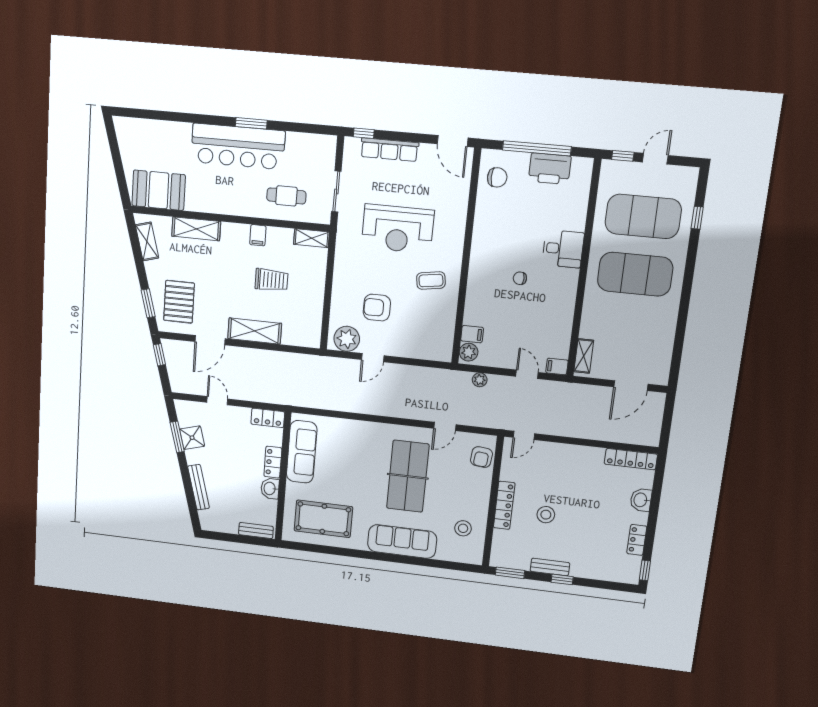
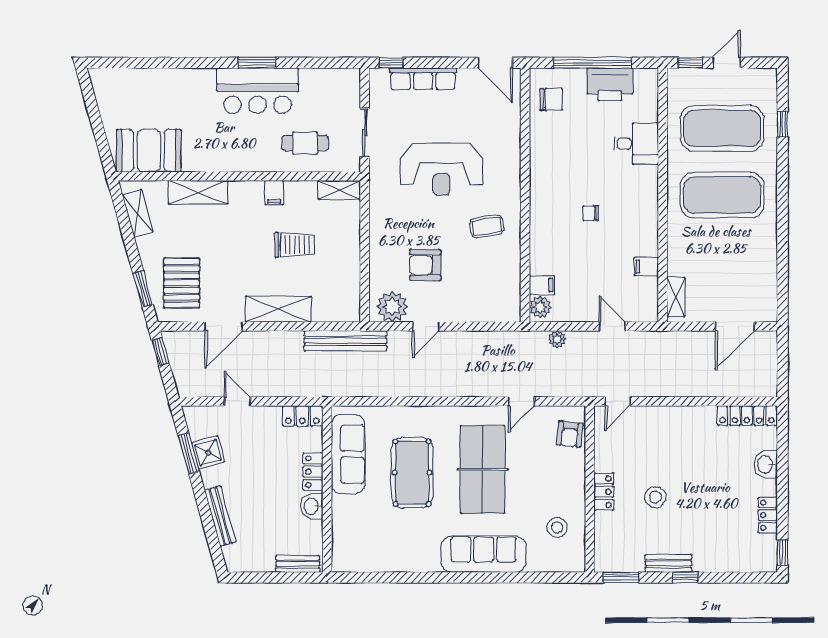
bar counter: (238, 146) -> (258, 91), width x0.73
desk: (563, 249) -> (636, 144), moved
bench: (307, 362) -> (345, 341), added
filing cabinet: (557, 366) -> (646, 267), moved
locker: (504, 505) -> (604, 492), width x0.66
pool table: (323, 519) -> (412, 473), moved, turned 90

